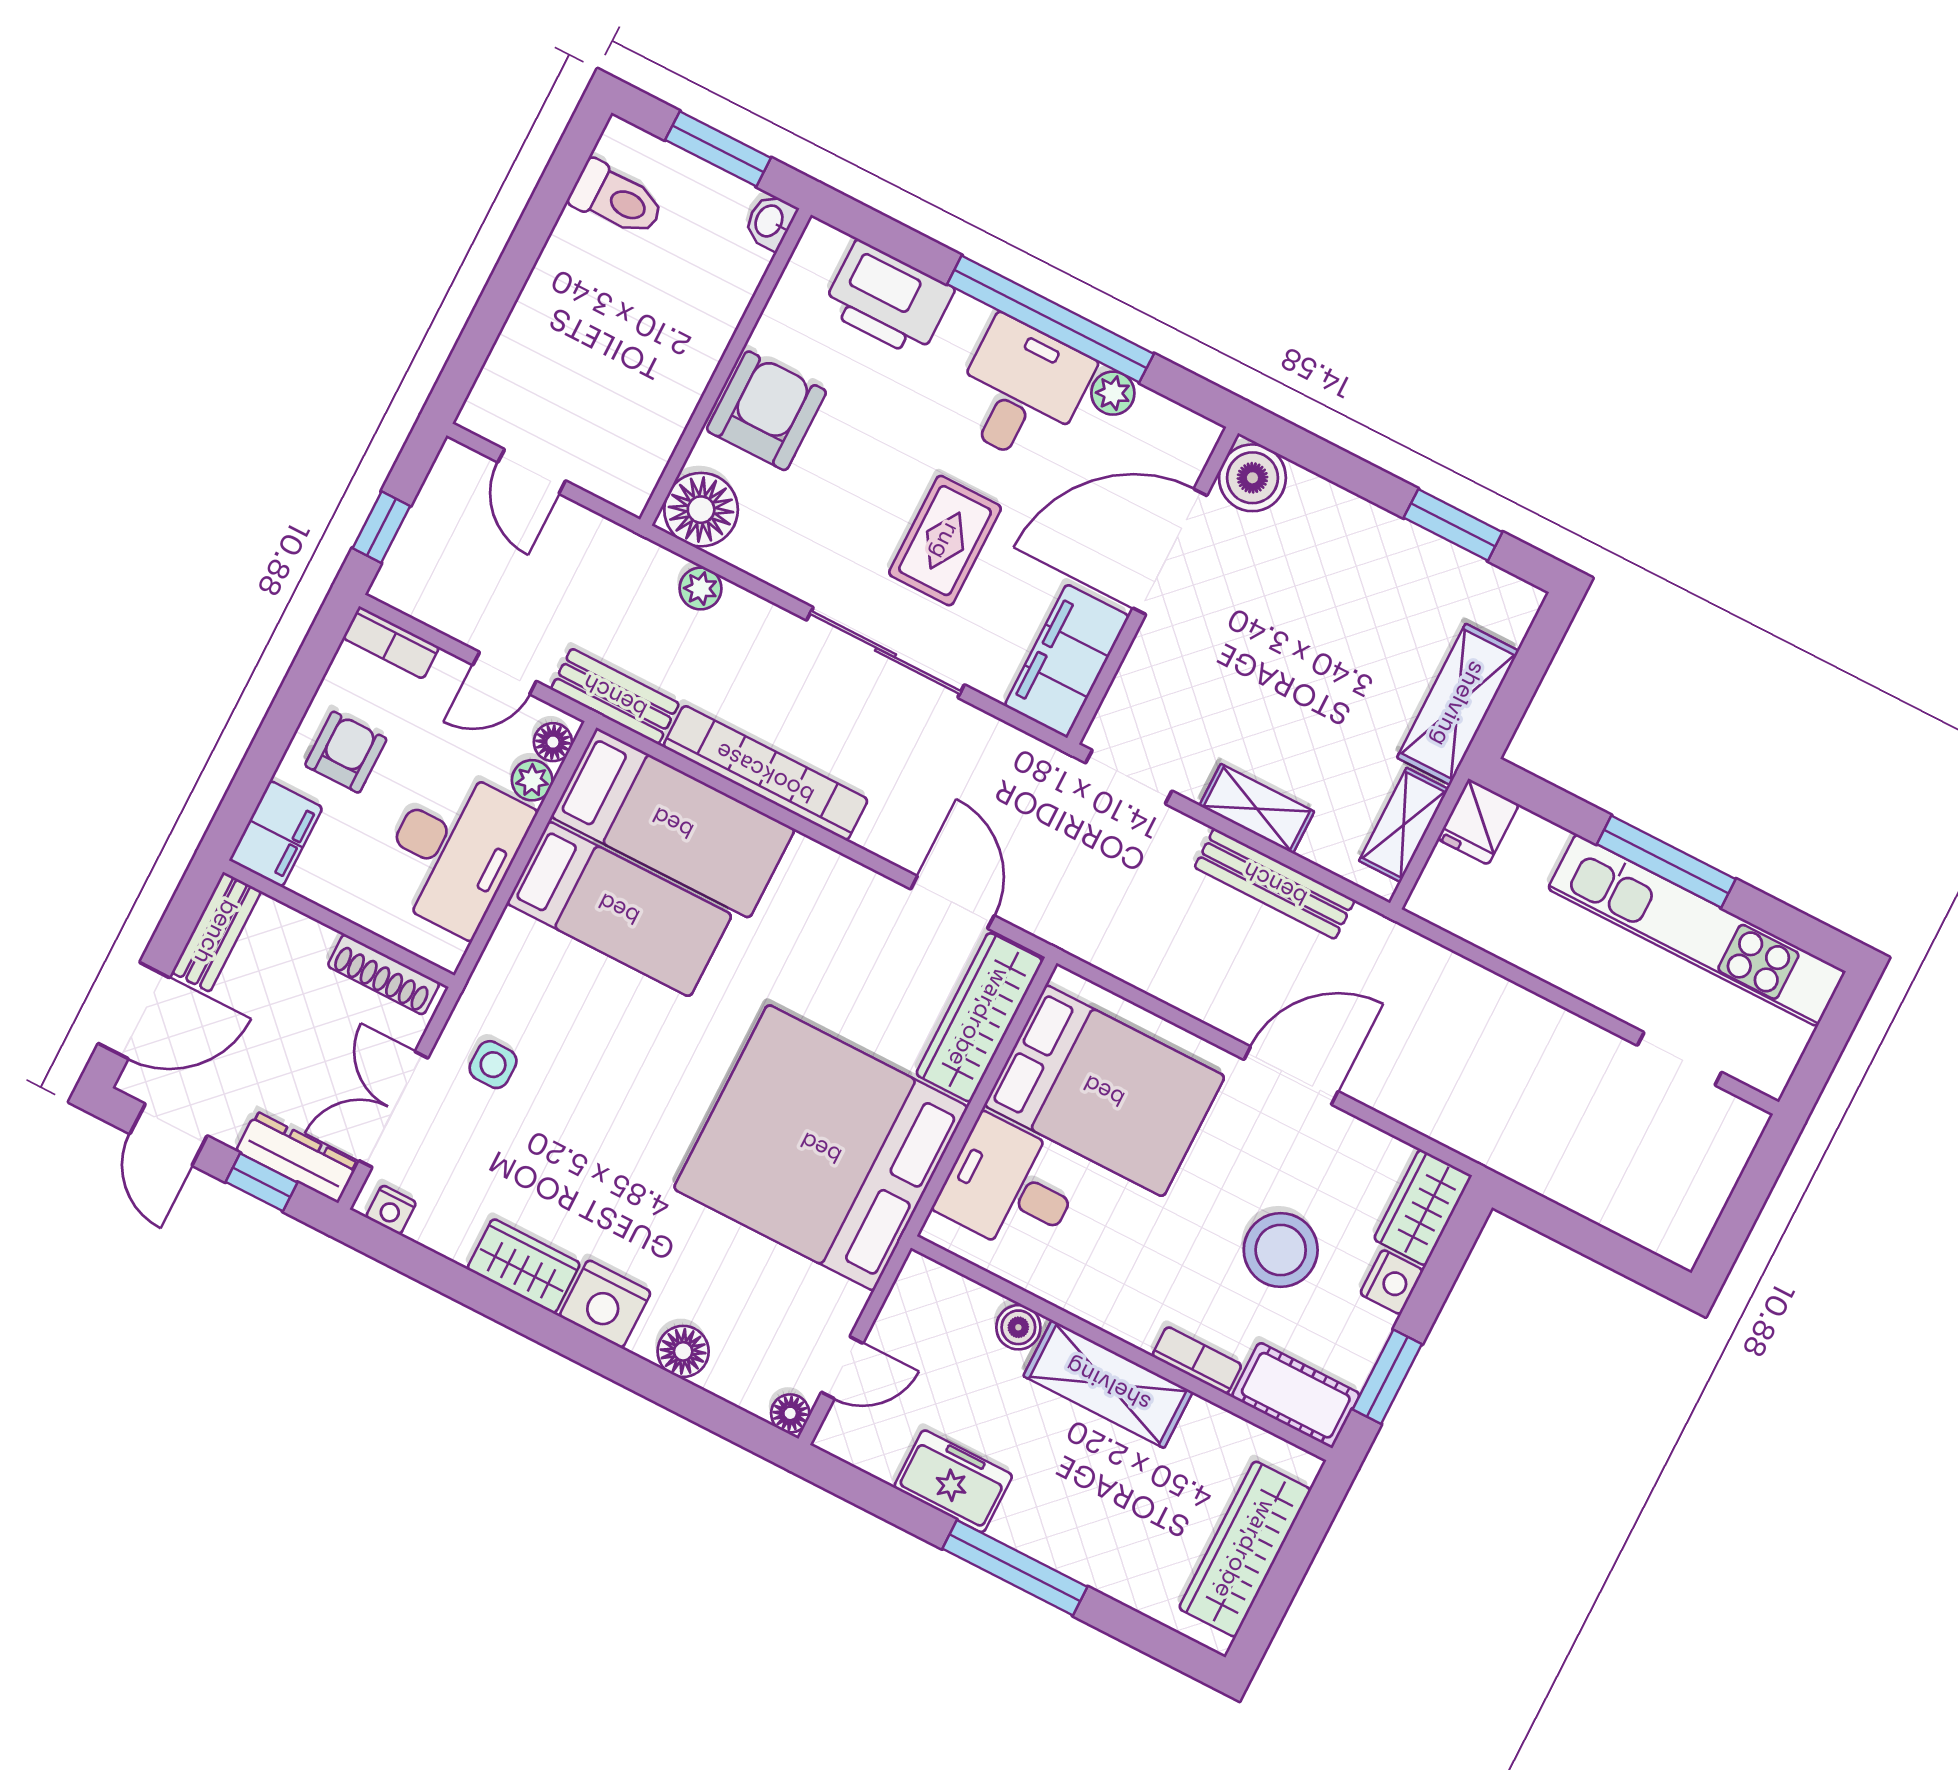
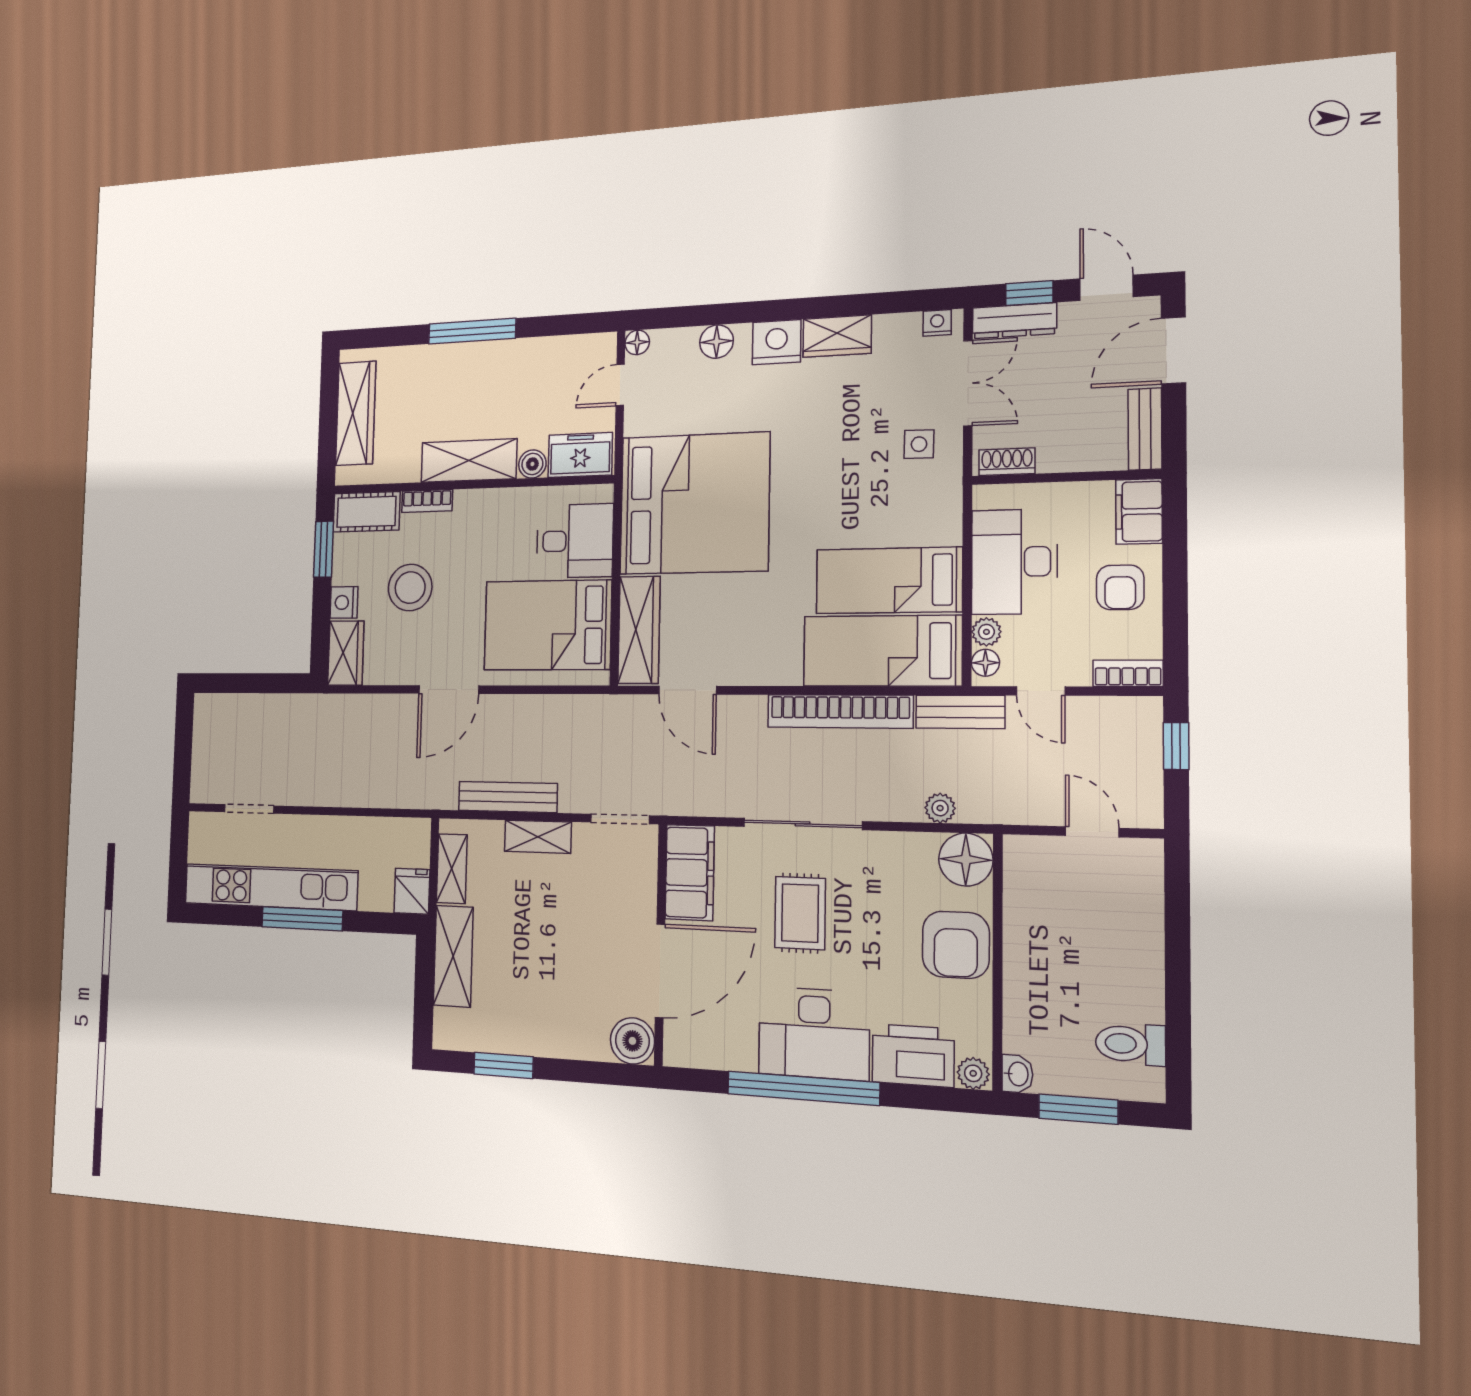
desk: (1021, 391) -> (814, 1033), width x1.37
plant: (1113, 393) -> (973, 1073), moved
door: (505, 673) -> (1041, 691), swing flipped
shoe rack: (384, 974) -> (1007, 462), width x0.70
freezer: (953, 1481) -> (580, 455), moved, turned 180

